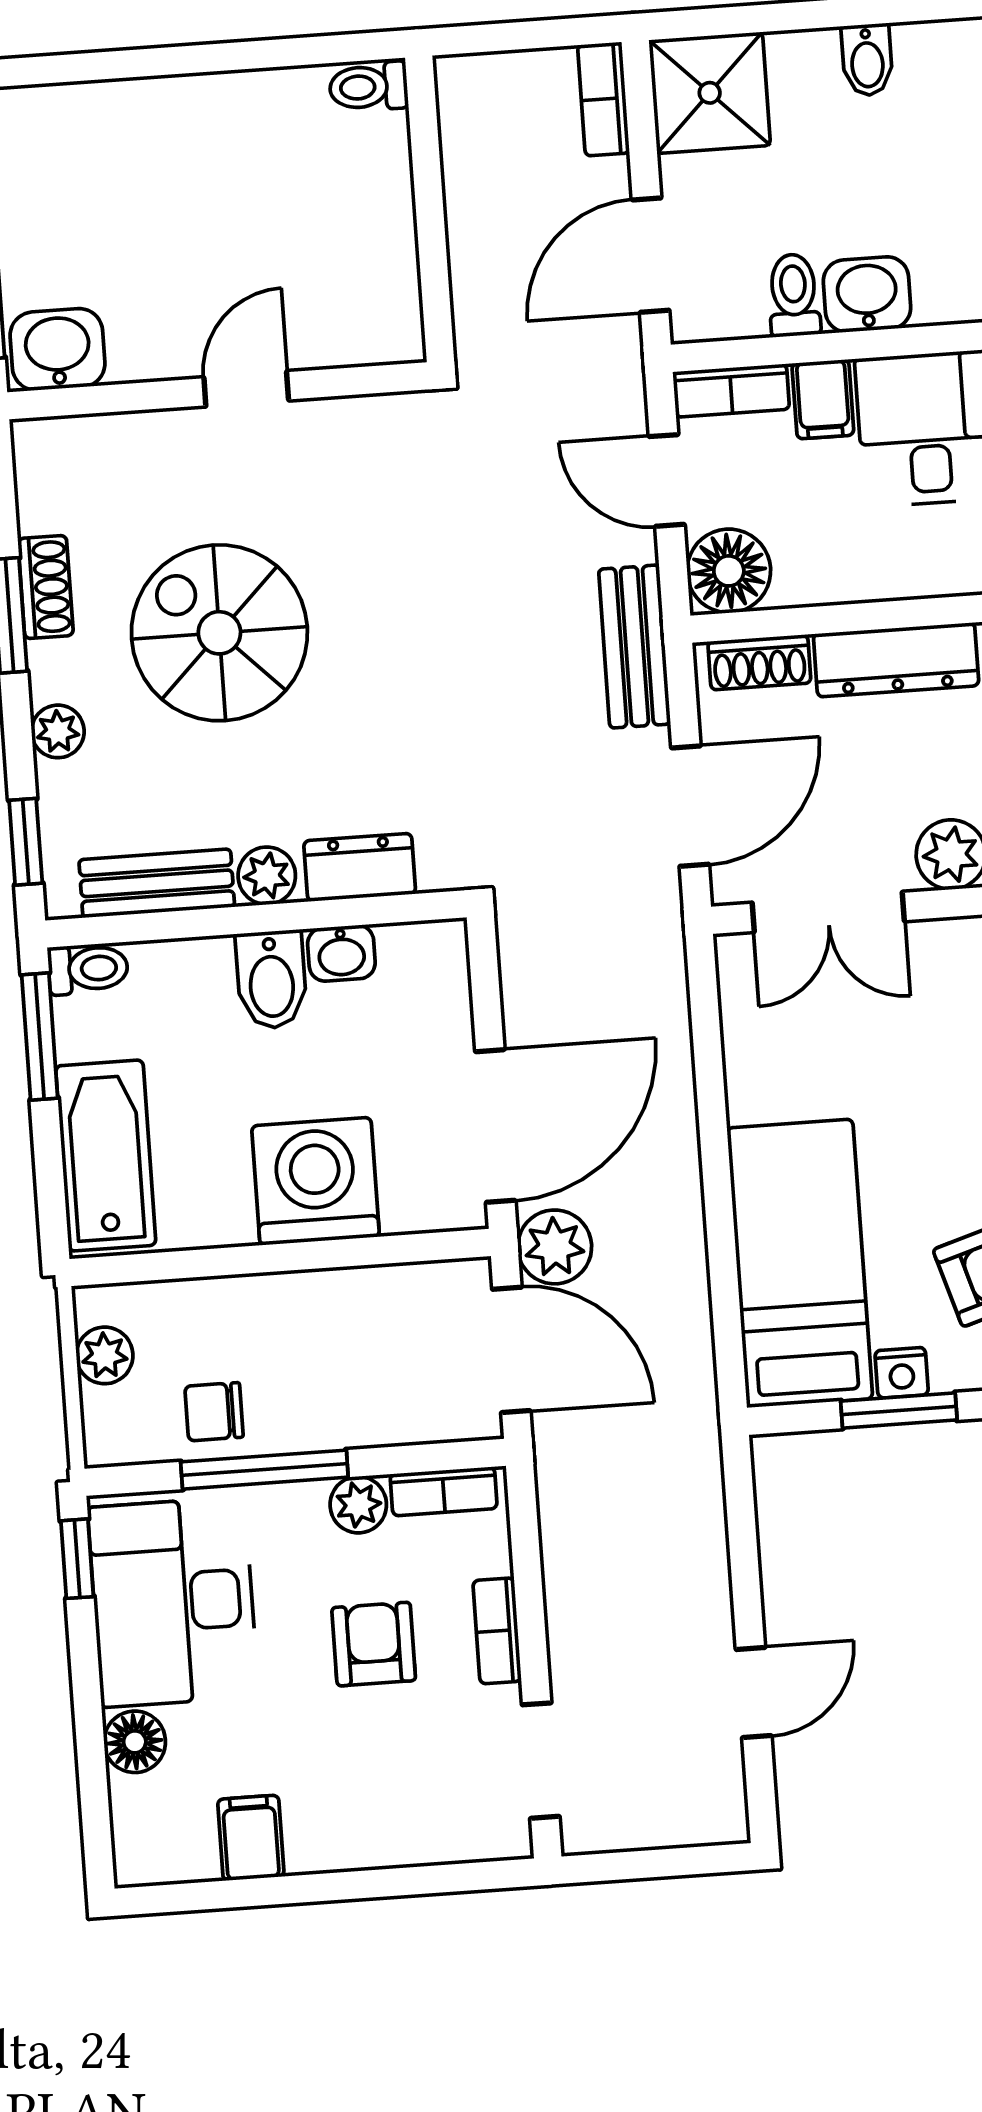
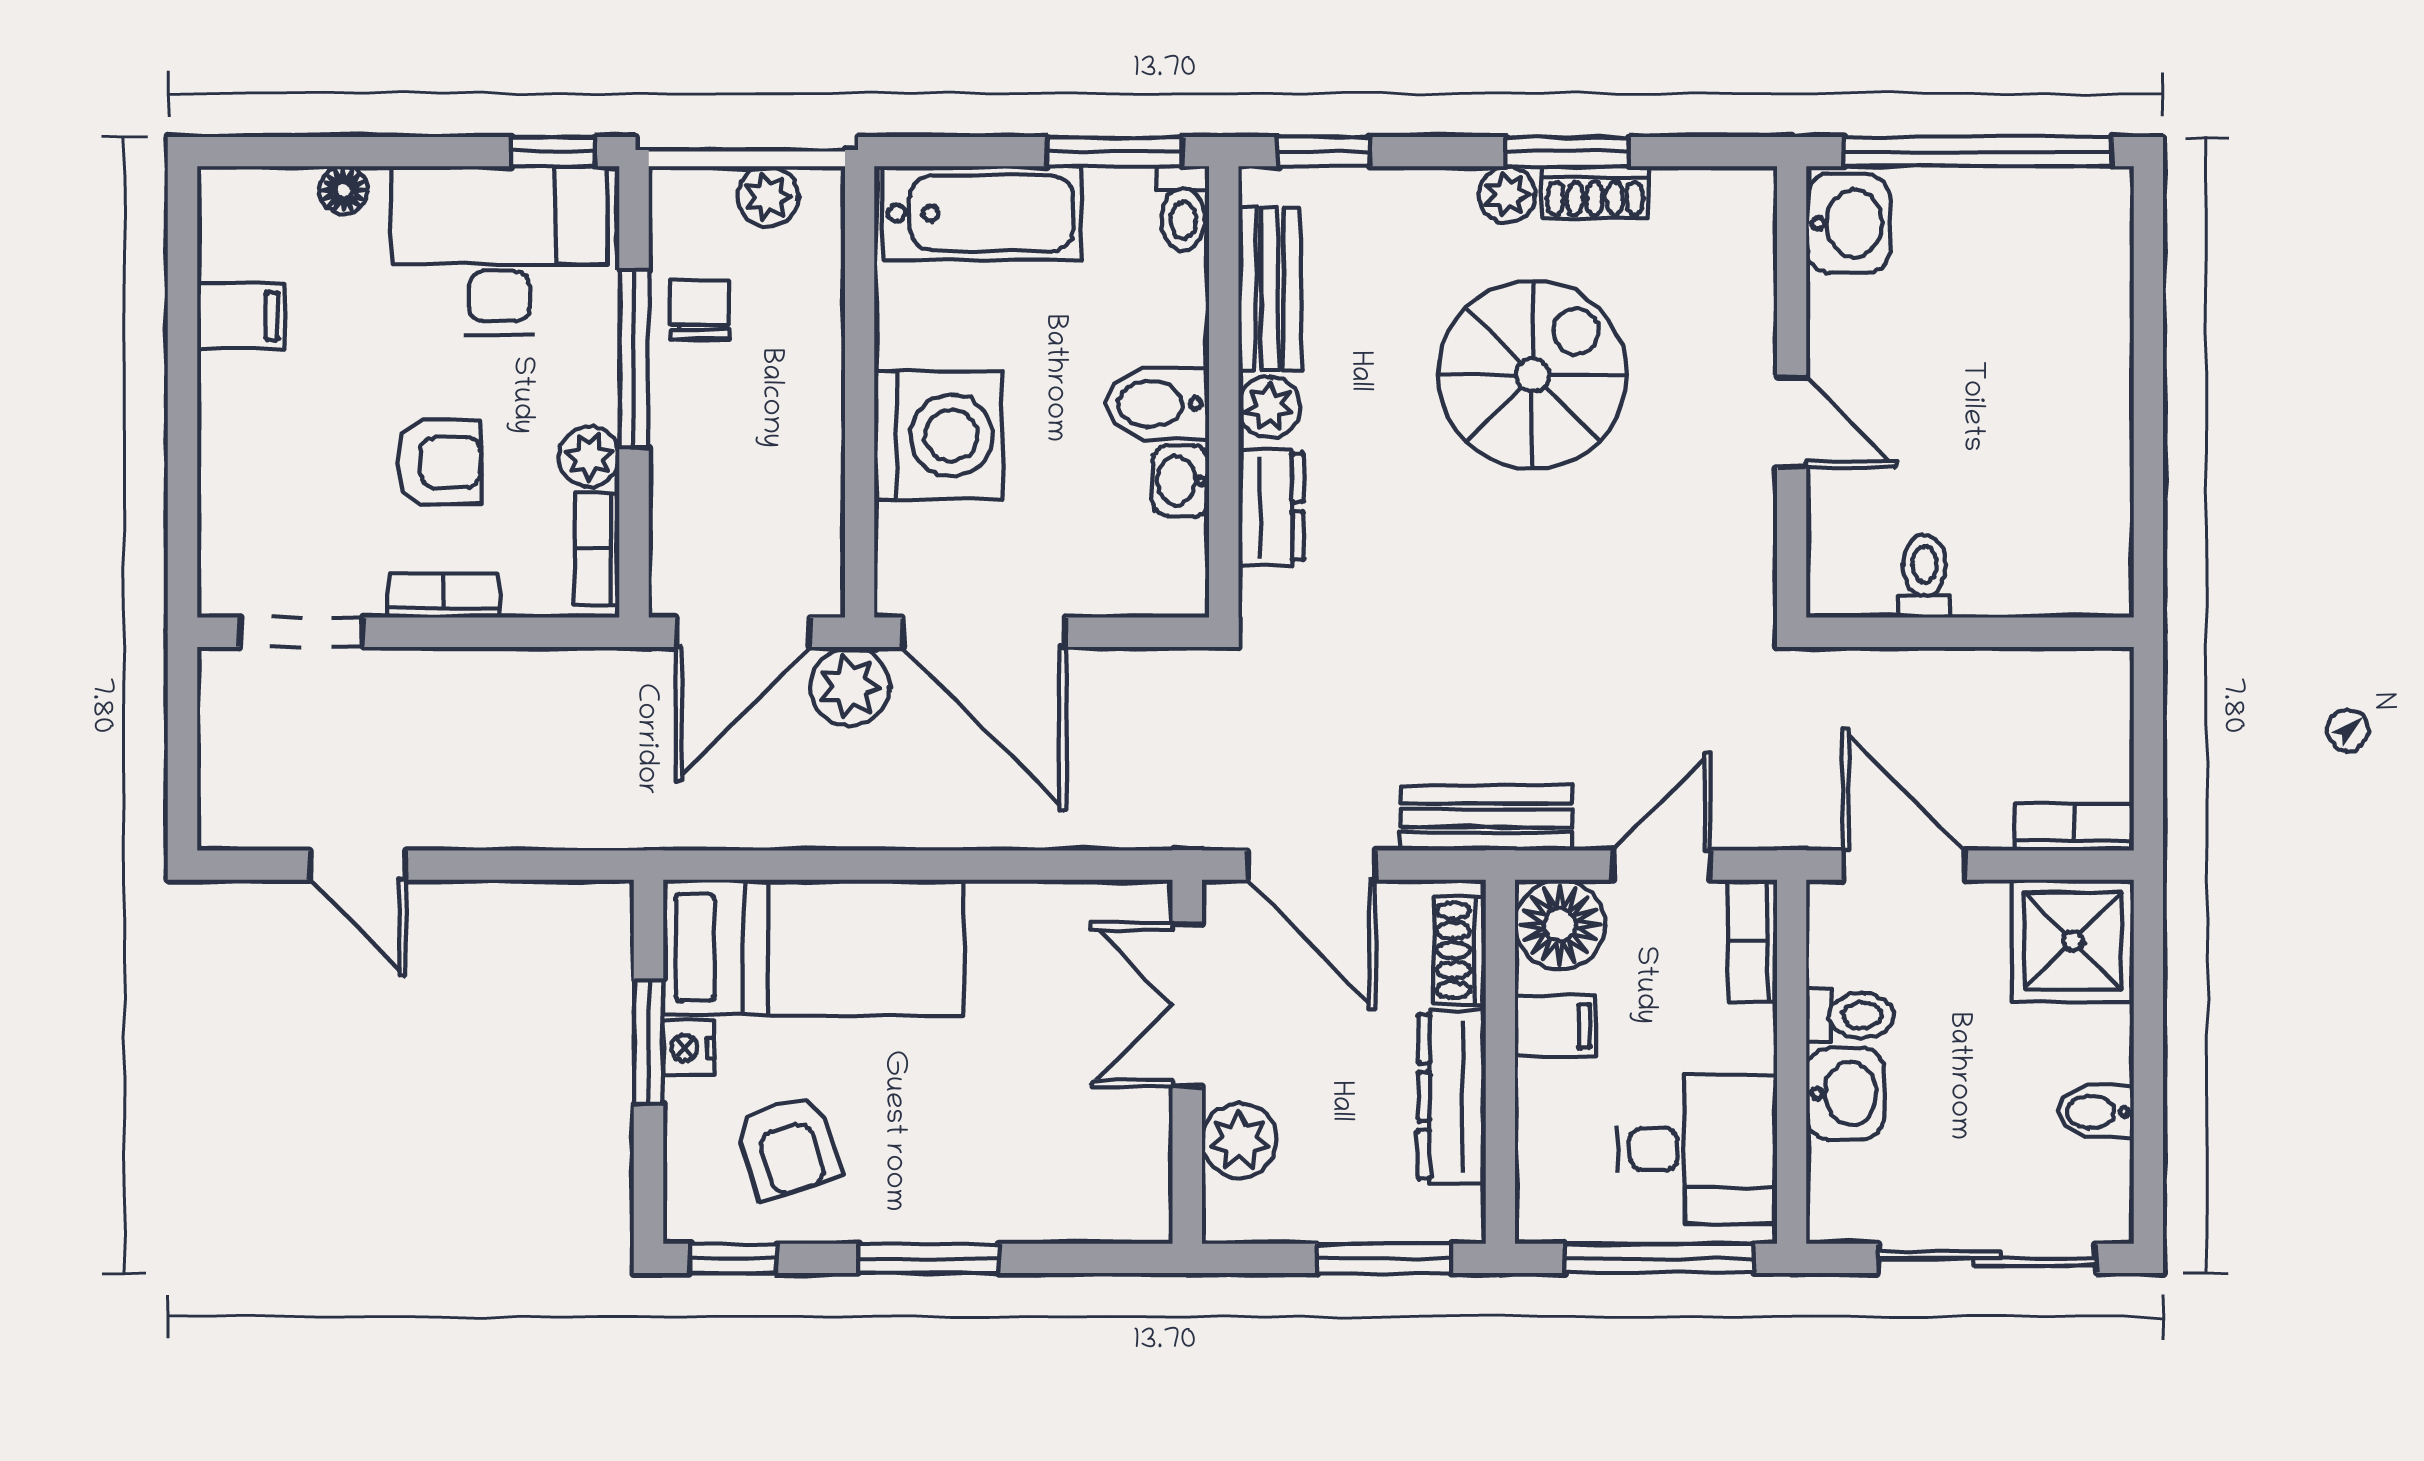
toilet: (369, 87) -> (1924, 576), moved
filing cabinet: (823, 399) -> (1556, 1026), moved, turned 180
plant: (58, 731) -> (1507, 194), moved
floor lamp: (135, 1742) -> (344, 190), width x0.73, depth x0.73

